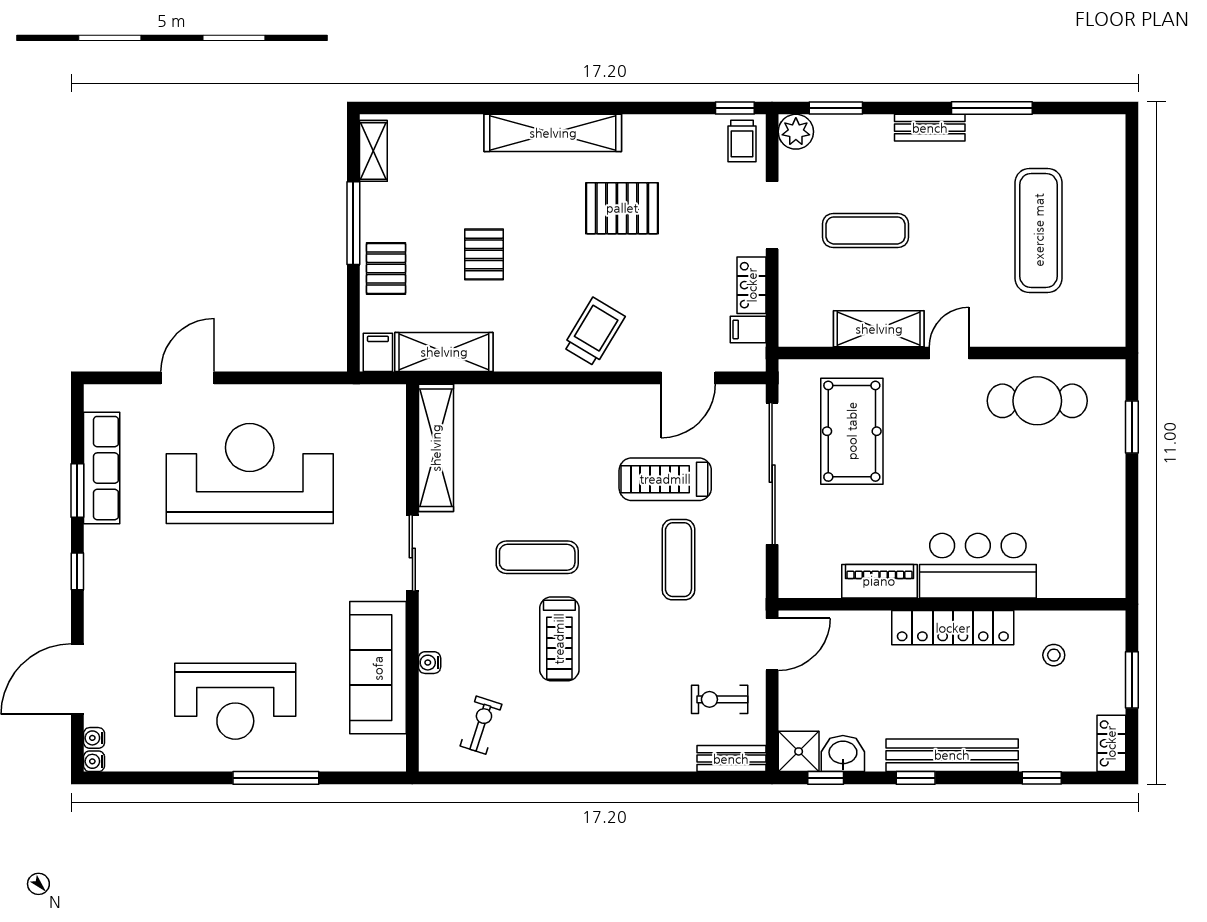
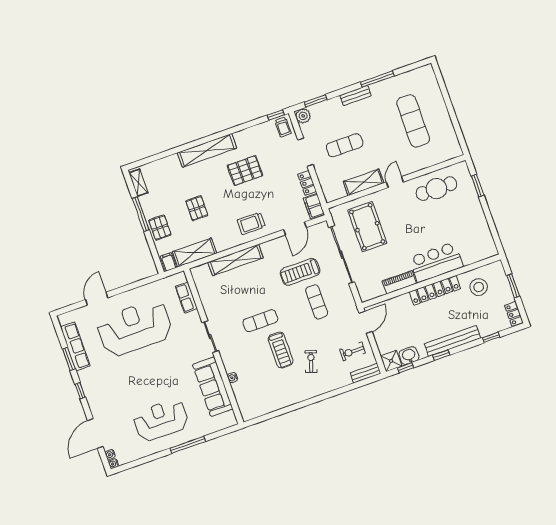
filing cabinet: (748, 329) -> (314, 206), width x2.00
trolley: (594, 332) -> (251, 223), turned -121
row of seats: (390, 446) -> (186, 297), added
shelving: (436, 448) -> (236, 260), moved, turned 90
stool: (1054, 655) -> (479, 287), width x1.89, depth x1.89
reception desk: (235, 701) -> (161, 420), turned 180
exercise bike: (481, 725) -> (311, 361), moved

